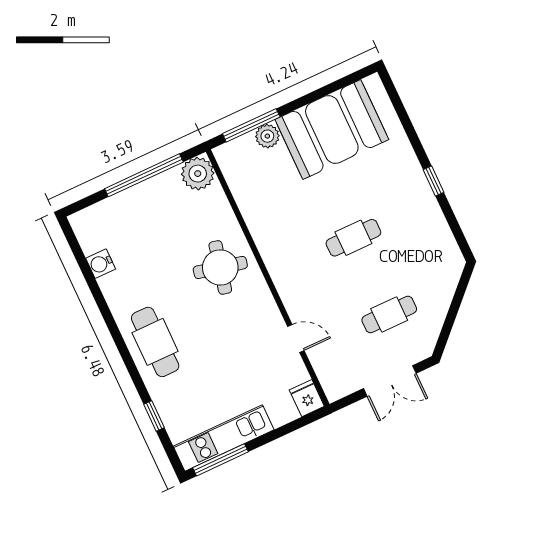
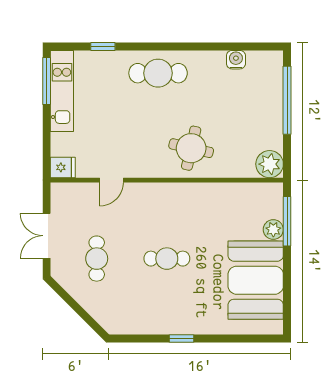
window: (144, 175) -> (287, 100), moved
cafe table: (353, 238) -> (167, 259), turned 90

